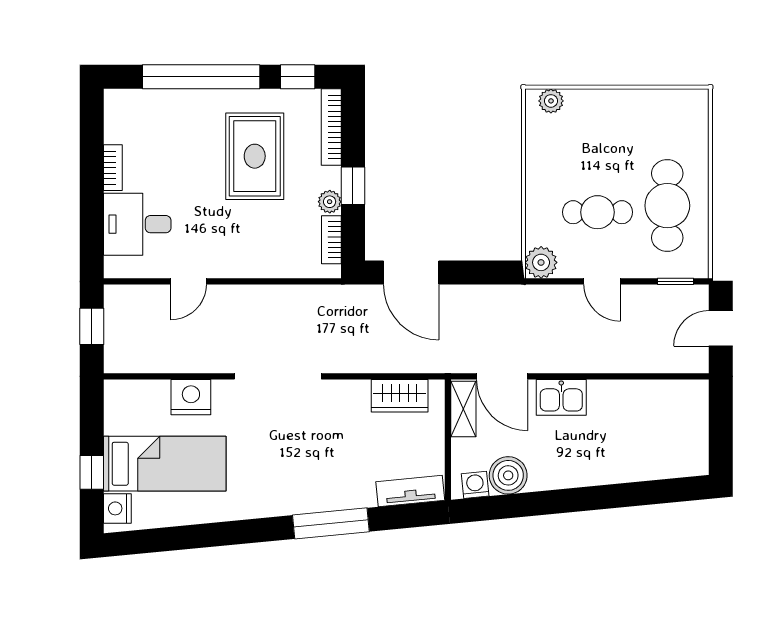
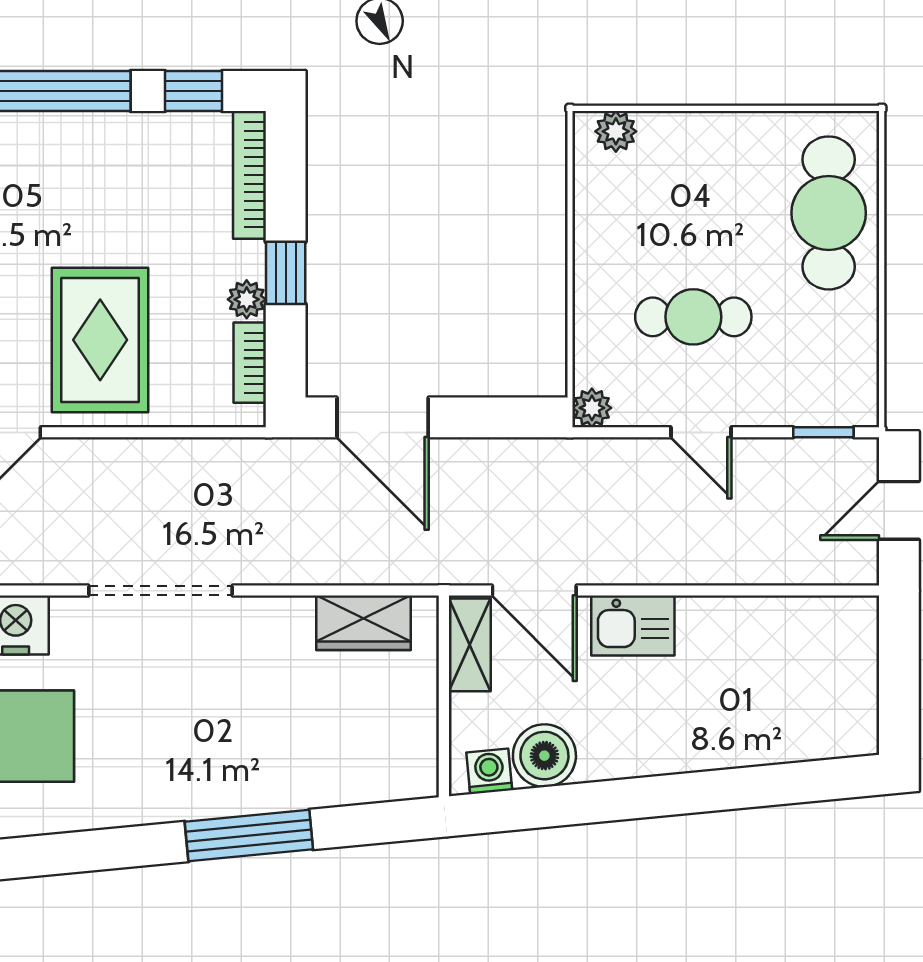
rug: (255, 156) -> (100, 340), moved
cafe table: (667, 206) -> (829, 213), moved
plant: (541, 262) -> (592, 408), width x0.73, depth x0.73
tv unit: (410, 491) -> (381, 782), removed

